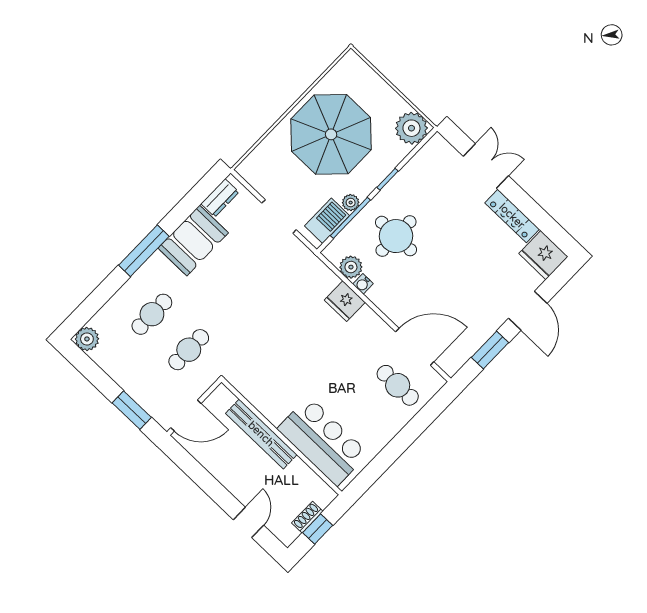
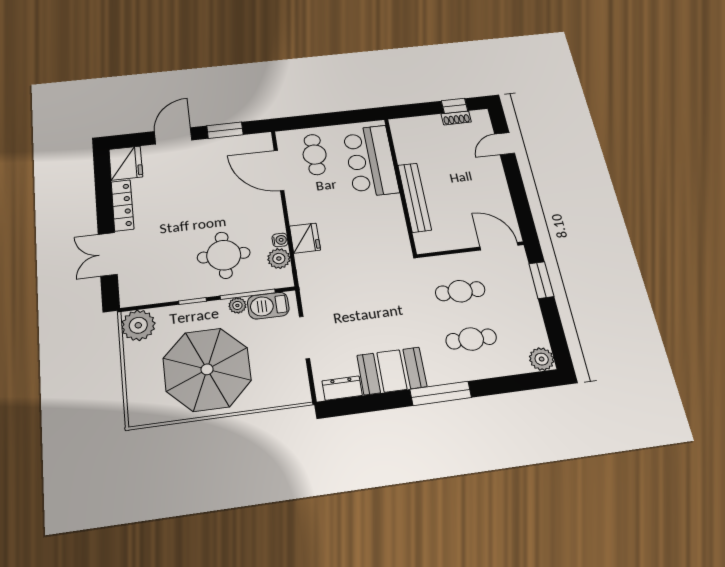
bench: (261, 434) -> (415, 197), moved
wall: (282, 437) -> (400, 185), moved
bar counter: (323, 441) -> (371, 161), moved

